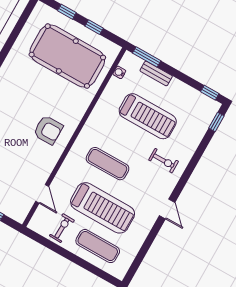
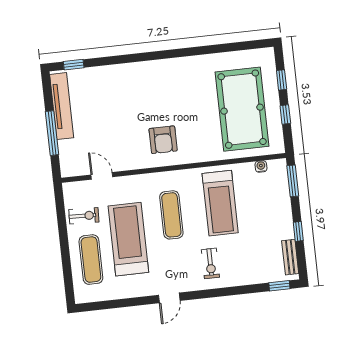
bench: (156, 73) -> (290, 257), moved
window: (210, 93) -> (298, 231), moved
treadmill: (148, 116) -> (220, 203), moved
door: (42, 194) -> (102, 176), swing flipped
treadmill: (103, 208) -> (128, 239), turned 180

